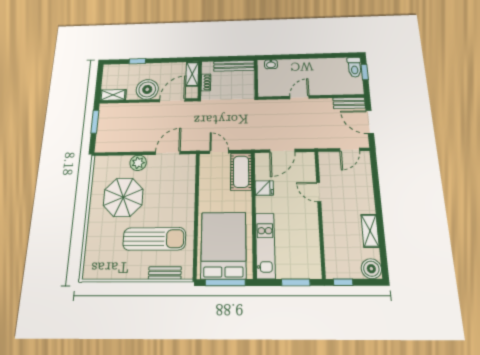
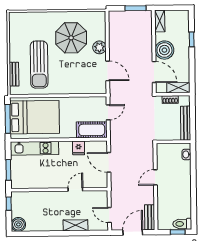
door: (299, 97) -> (155, 177), swing flipped
shelving: (370, 231) -> (76, 225), moved

